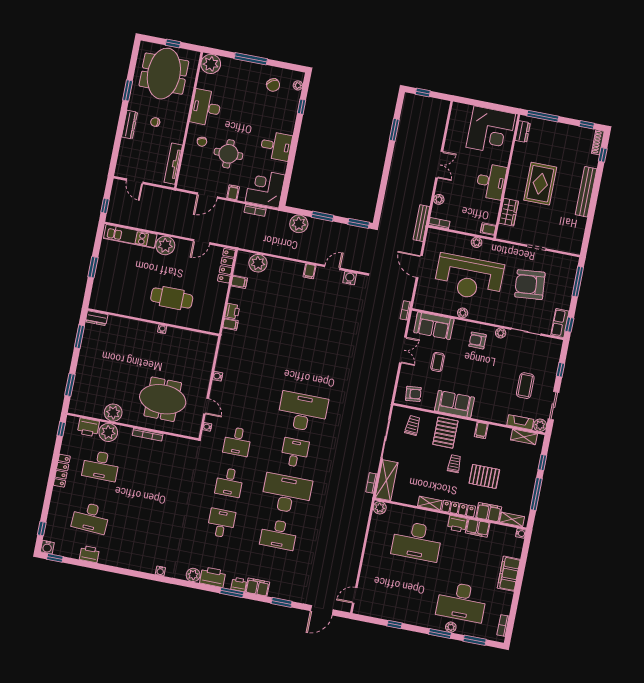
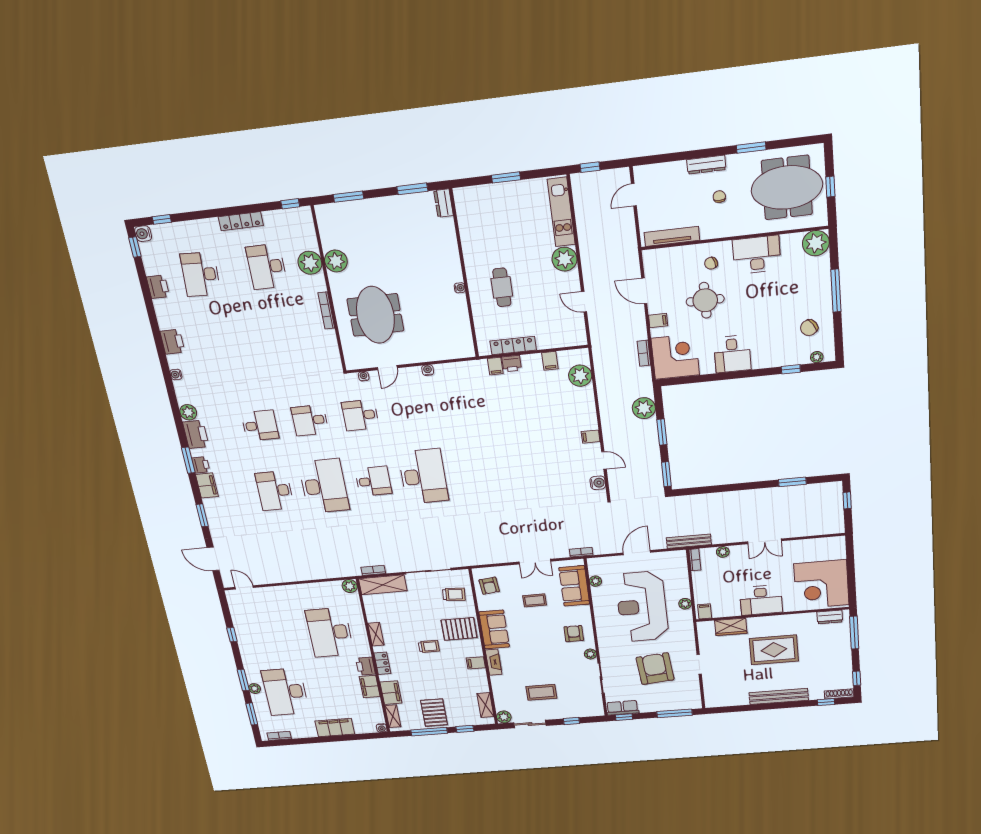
locker: (226, 266) -> (513, 346), moved
cafe table: (172, 298) -> (502, 287), width x0.73, depth x0.74
plant: (463, 313) -> (595, 581), moved
fireplace: (520, 422) -> (494, 662), moved
printer: (88, 427) -> (172, 342), moved, turned 180
pallet: (484, 476) -> (434, 713), moved
locker: (459, 509) -> (382, 663), width x0.66

